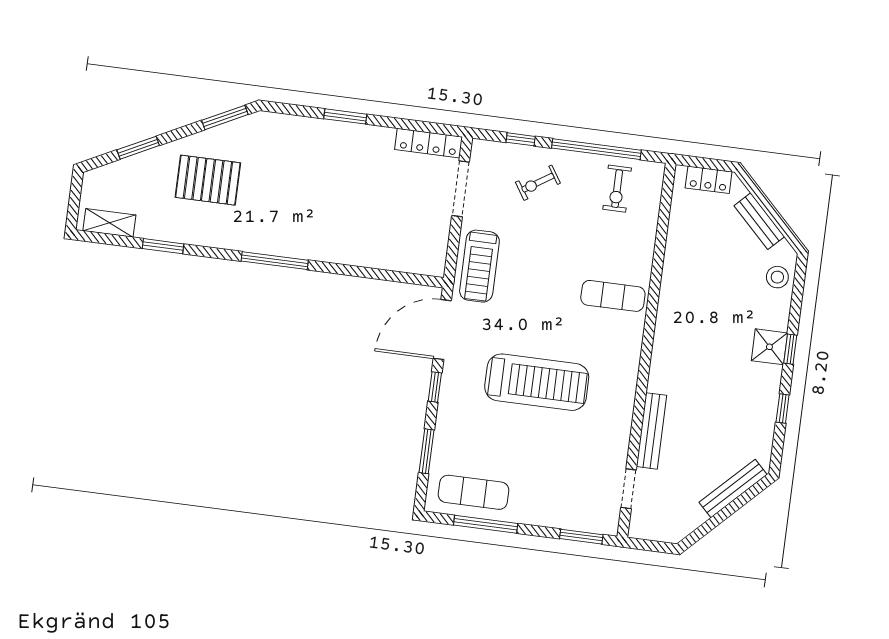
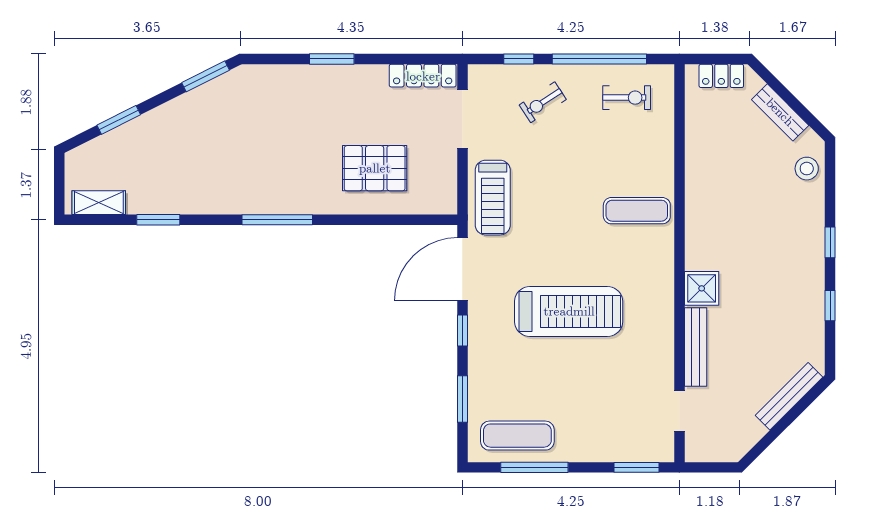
pallet: (208, 180) -> (375, 168), moved
exercise bike: (617, 189) -> (627, 98), turned -90
shower: (769, 347) -> (702, 288), moved

